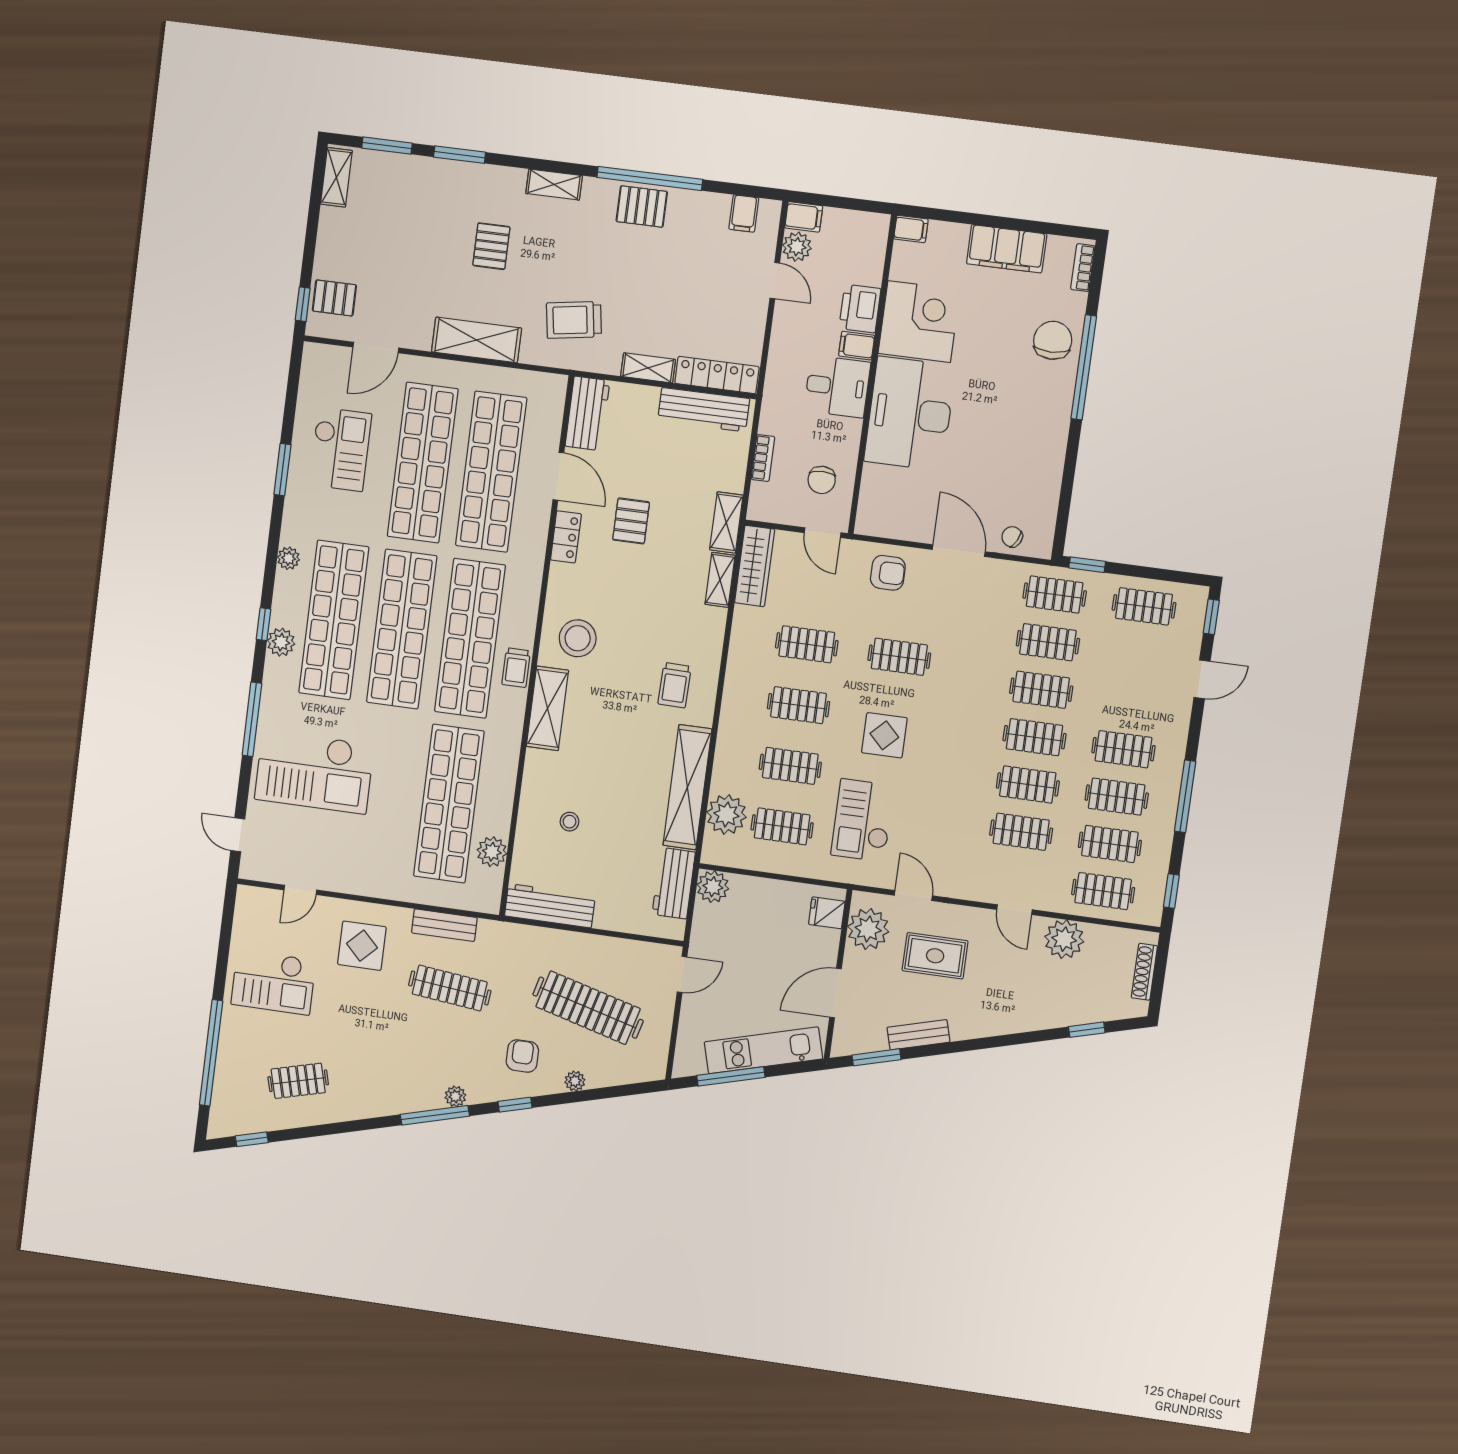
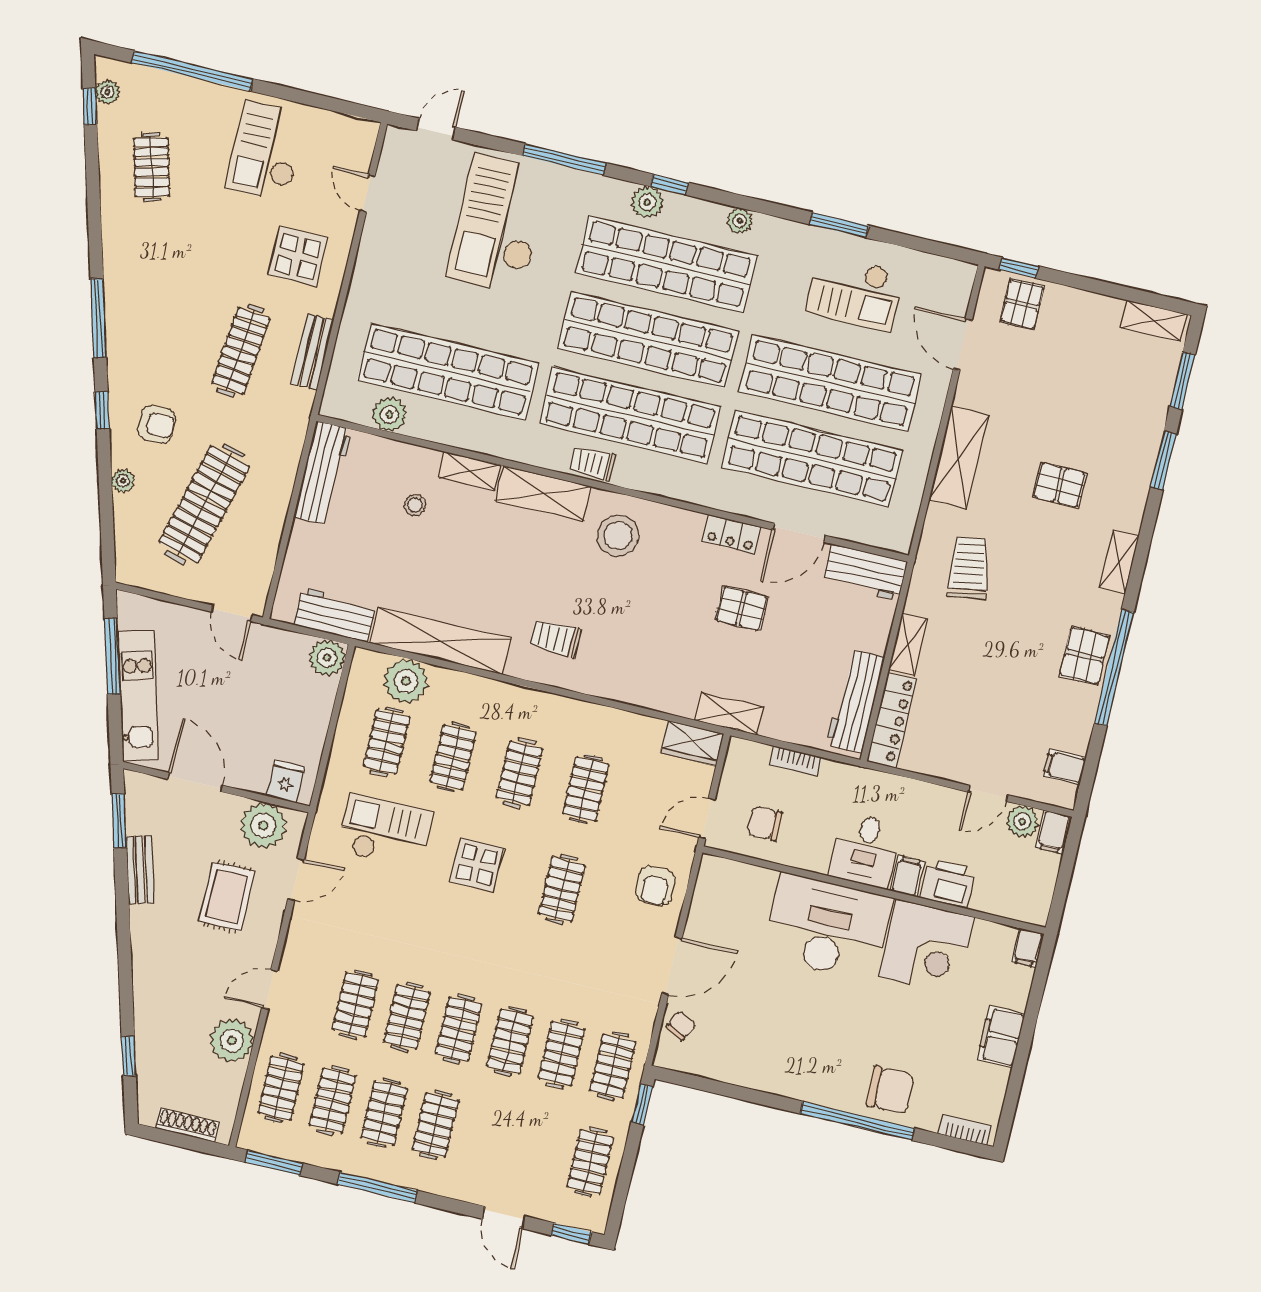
filing cabinet: (1007, 249) -> (1001, 1037), width x0.67, depth x0.86
wardrobe: (755, 566) -> (692, 743), width x0.67
shelving: (720, 580) -> (470, 471), moved
window: (1171, 891) -> (274, 1163), width x1.50
plant: (455, 1096) -> (107, 92), moved

